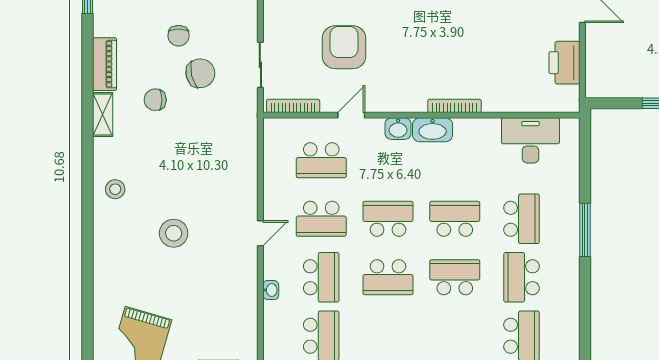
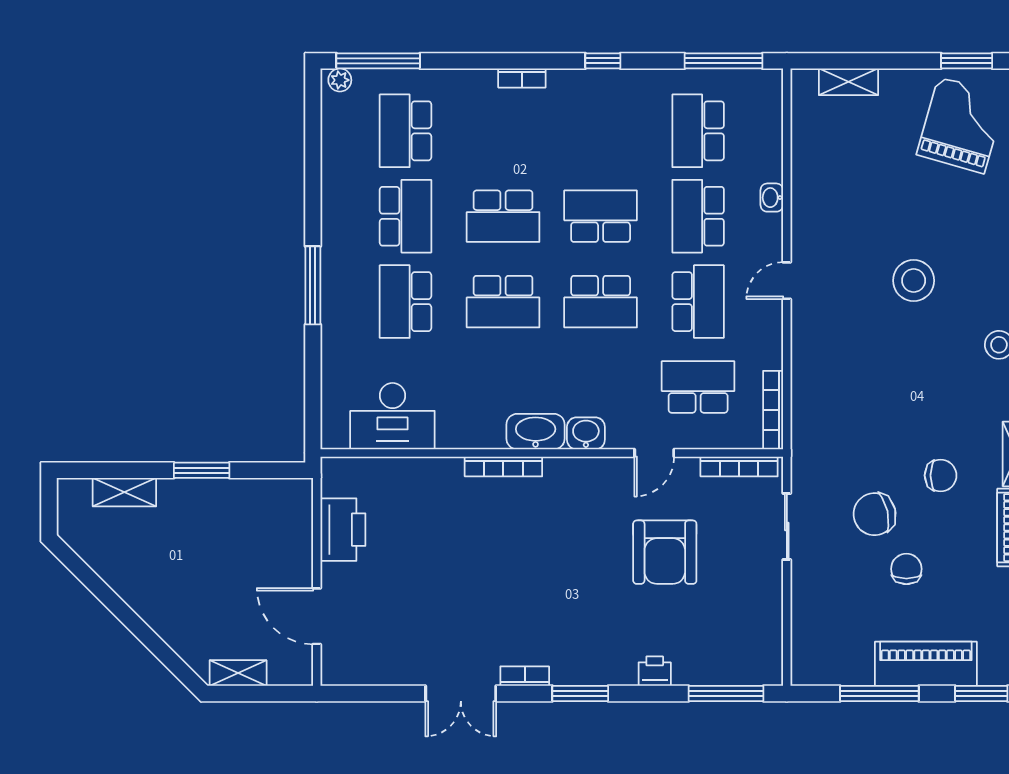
bookcase: (270, 144) -> (773, 410), added
school desk: (321, 219) -> (698, 302), turned 90

